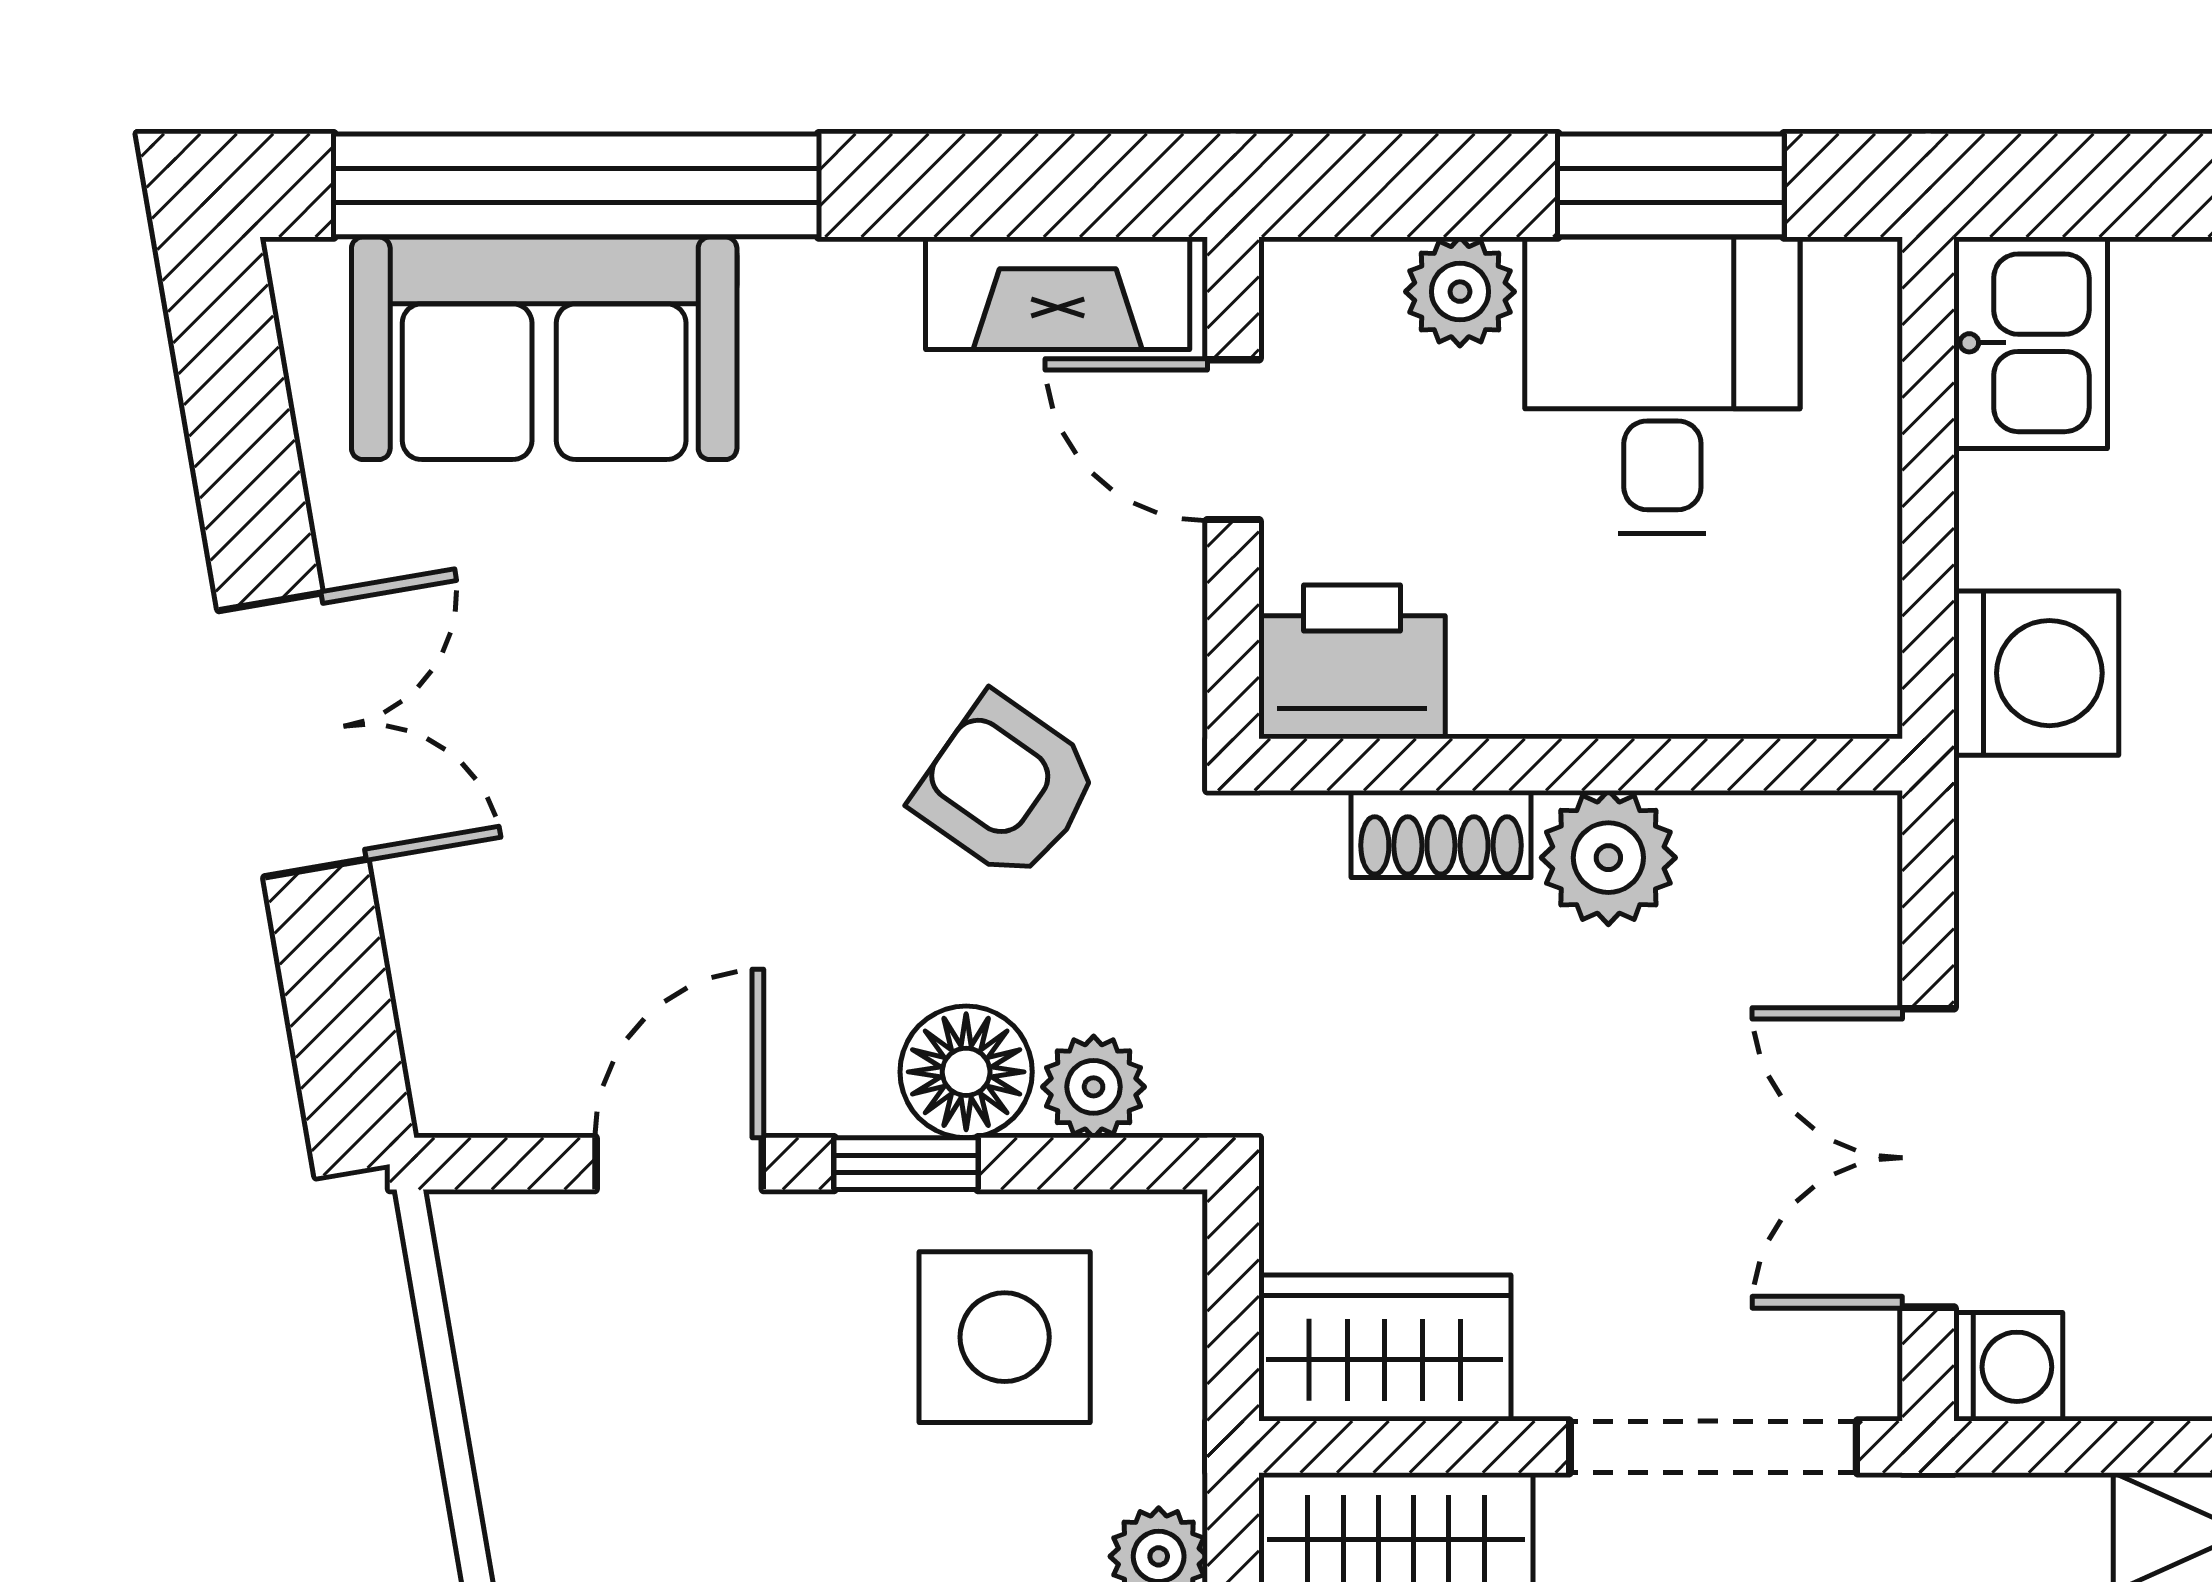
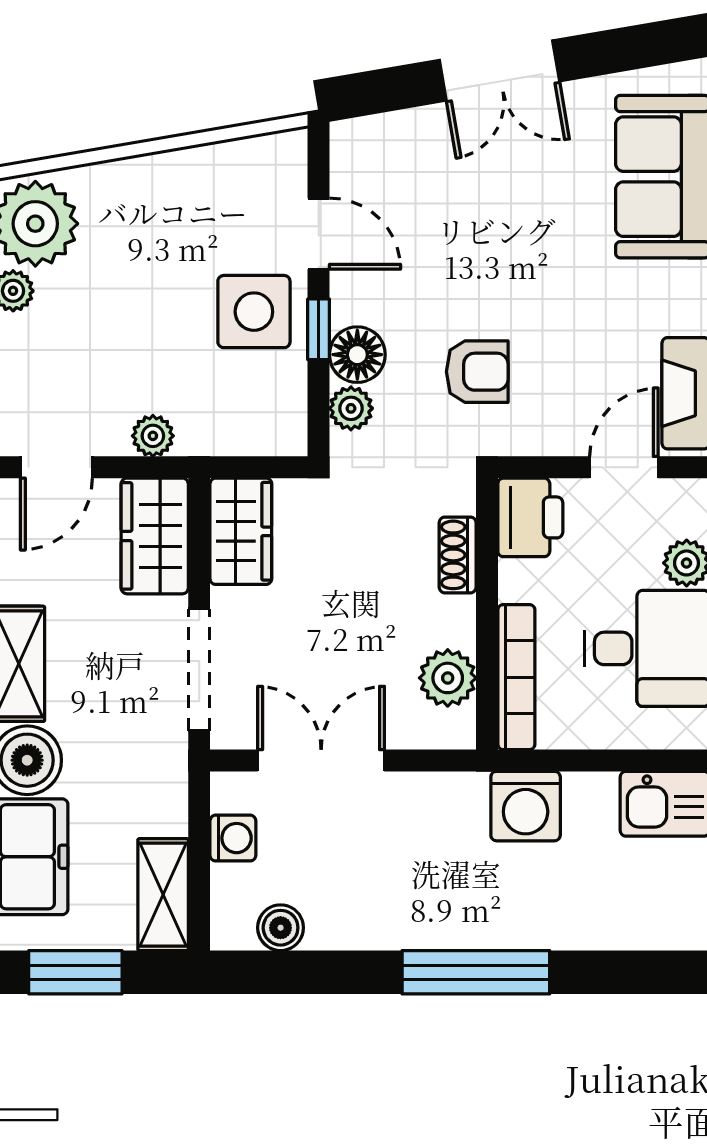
bookcase: (1730, 695) -> (516, 677), added
armchair: (1006, 788) -> (477, 372), turned 55
plant: (1608, 858) -> (448, 678), moved
side table: (1005, 1337) -> (254, 312), moved
washing machine: (2008, 1367) -> (233, 838), moved, turned -90

